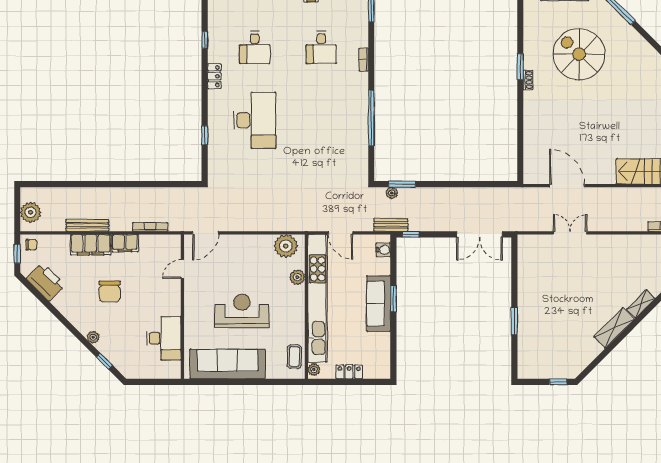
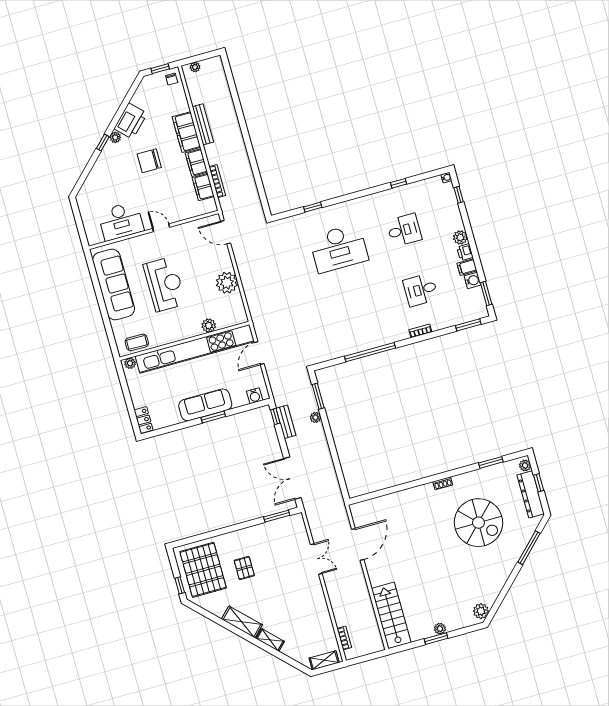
desk: (255, 47) -> (404, 230), turned 180
spiral stairs: (579, 54) -> (478, 523), turned 90
window: (520, 67) -> (491, 462), moved
locker: (214, 76) -> (368, 201), removed
plant: (392, 193) -> (316, 417), moved
plant: (30, 212) -> (195, 67), width x0.53, depth x0.53
bench: (391, 225) -> (286, 422), moved
filing cabinet: (152, 243) -> (203, 187), added
plant: (286, 246) -> (227, 283), moved
door: (182, 269) -> (161, 228), moved
printer: (46, 282) -> (131, 121), moved
pallet: (559, 310) -> (244, 568), added
window: (514, 321) -> (277, 516), moved
plant: (93, 337) -> (115, 137), moved
pallet: (549, 353) -> (203, 570), added
window: (104, 361) -> (103, 143), moved
locker: (349, 372) -> (144, 420), moved

